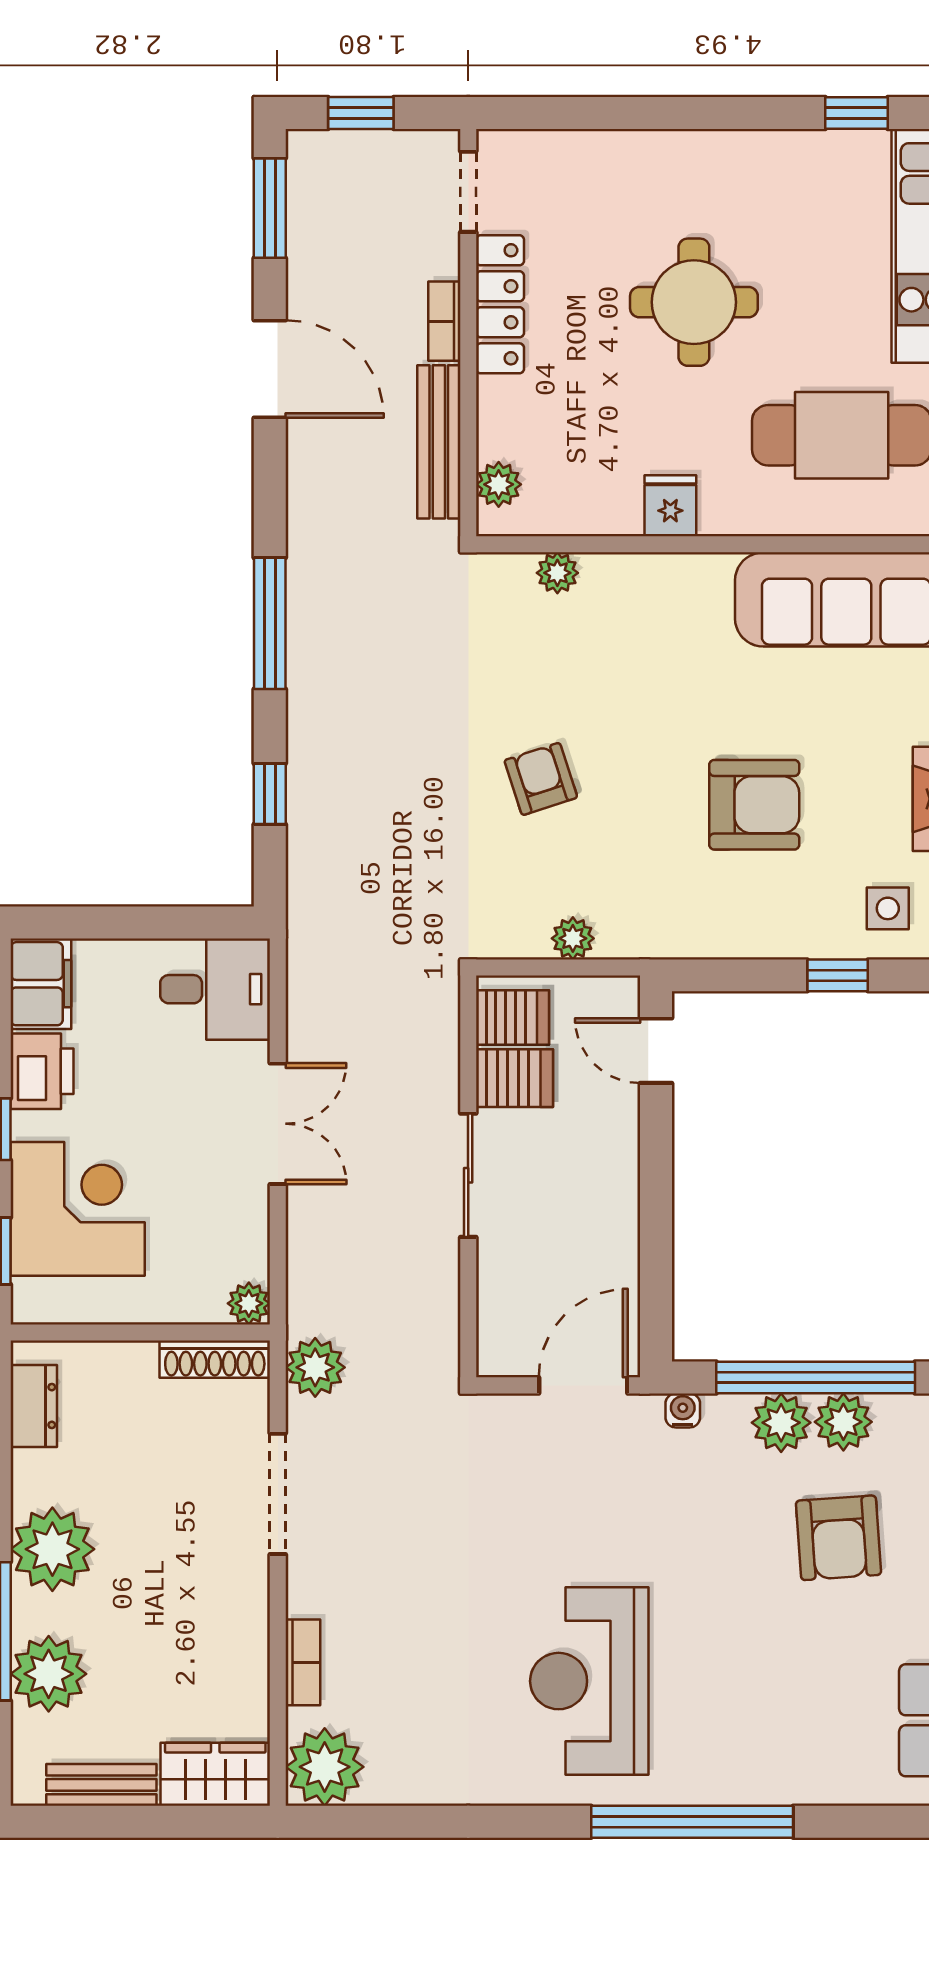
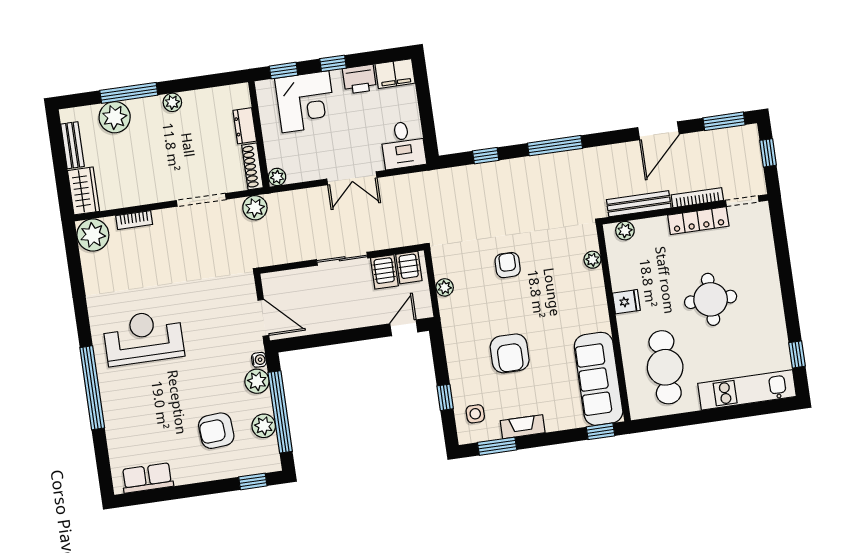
bookcase: (444, 321) -> (697, 198), width x1.56
armchair: (541, 779) -> (508, 265), turned -72
dresser: (34, 1406) -> (245, 126), moved, turned 90
plant: (781, 1423) -> (257, 381), moved
plant: (52, 1549) -> (172, 102), width x0.53, depth x0.53

